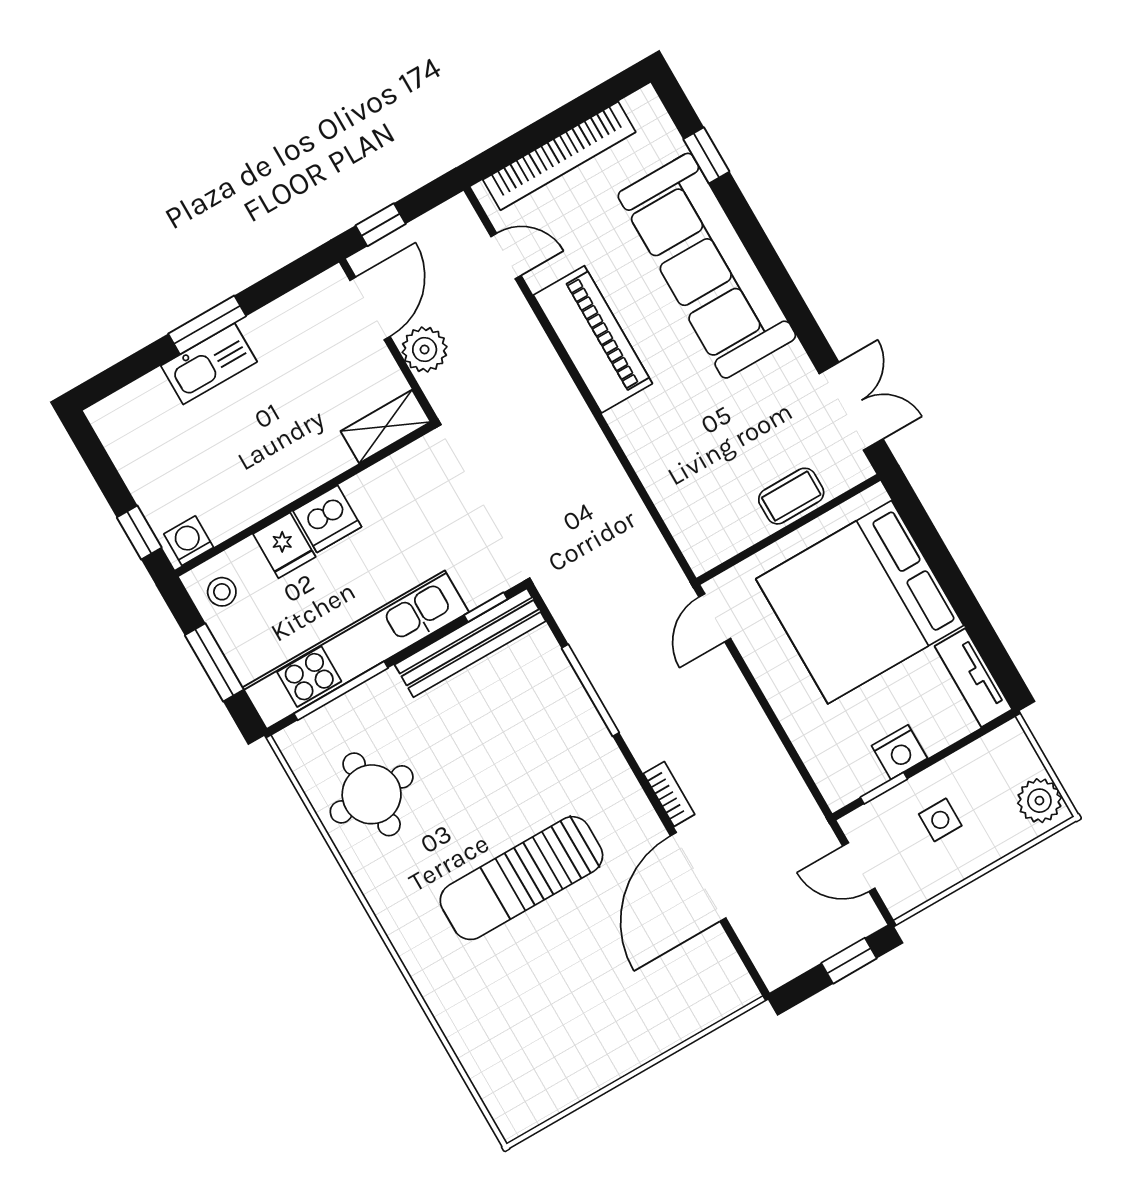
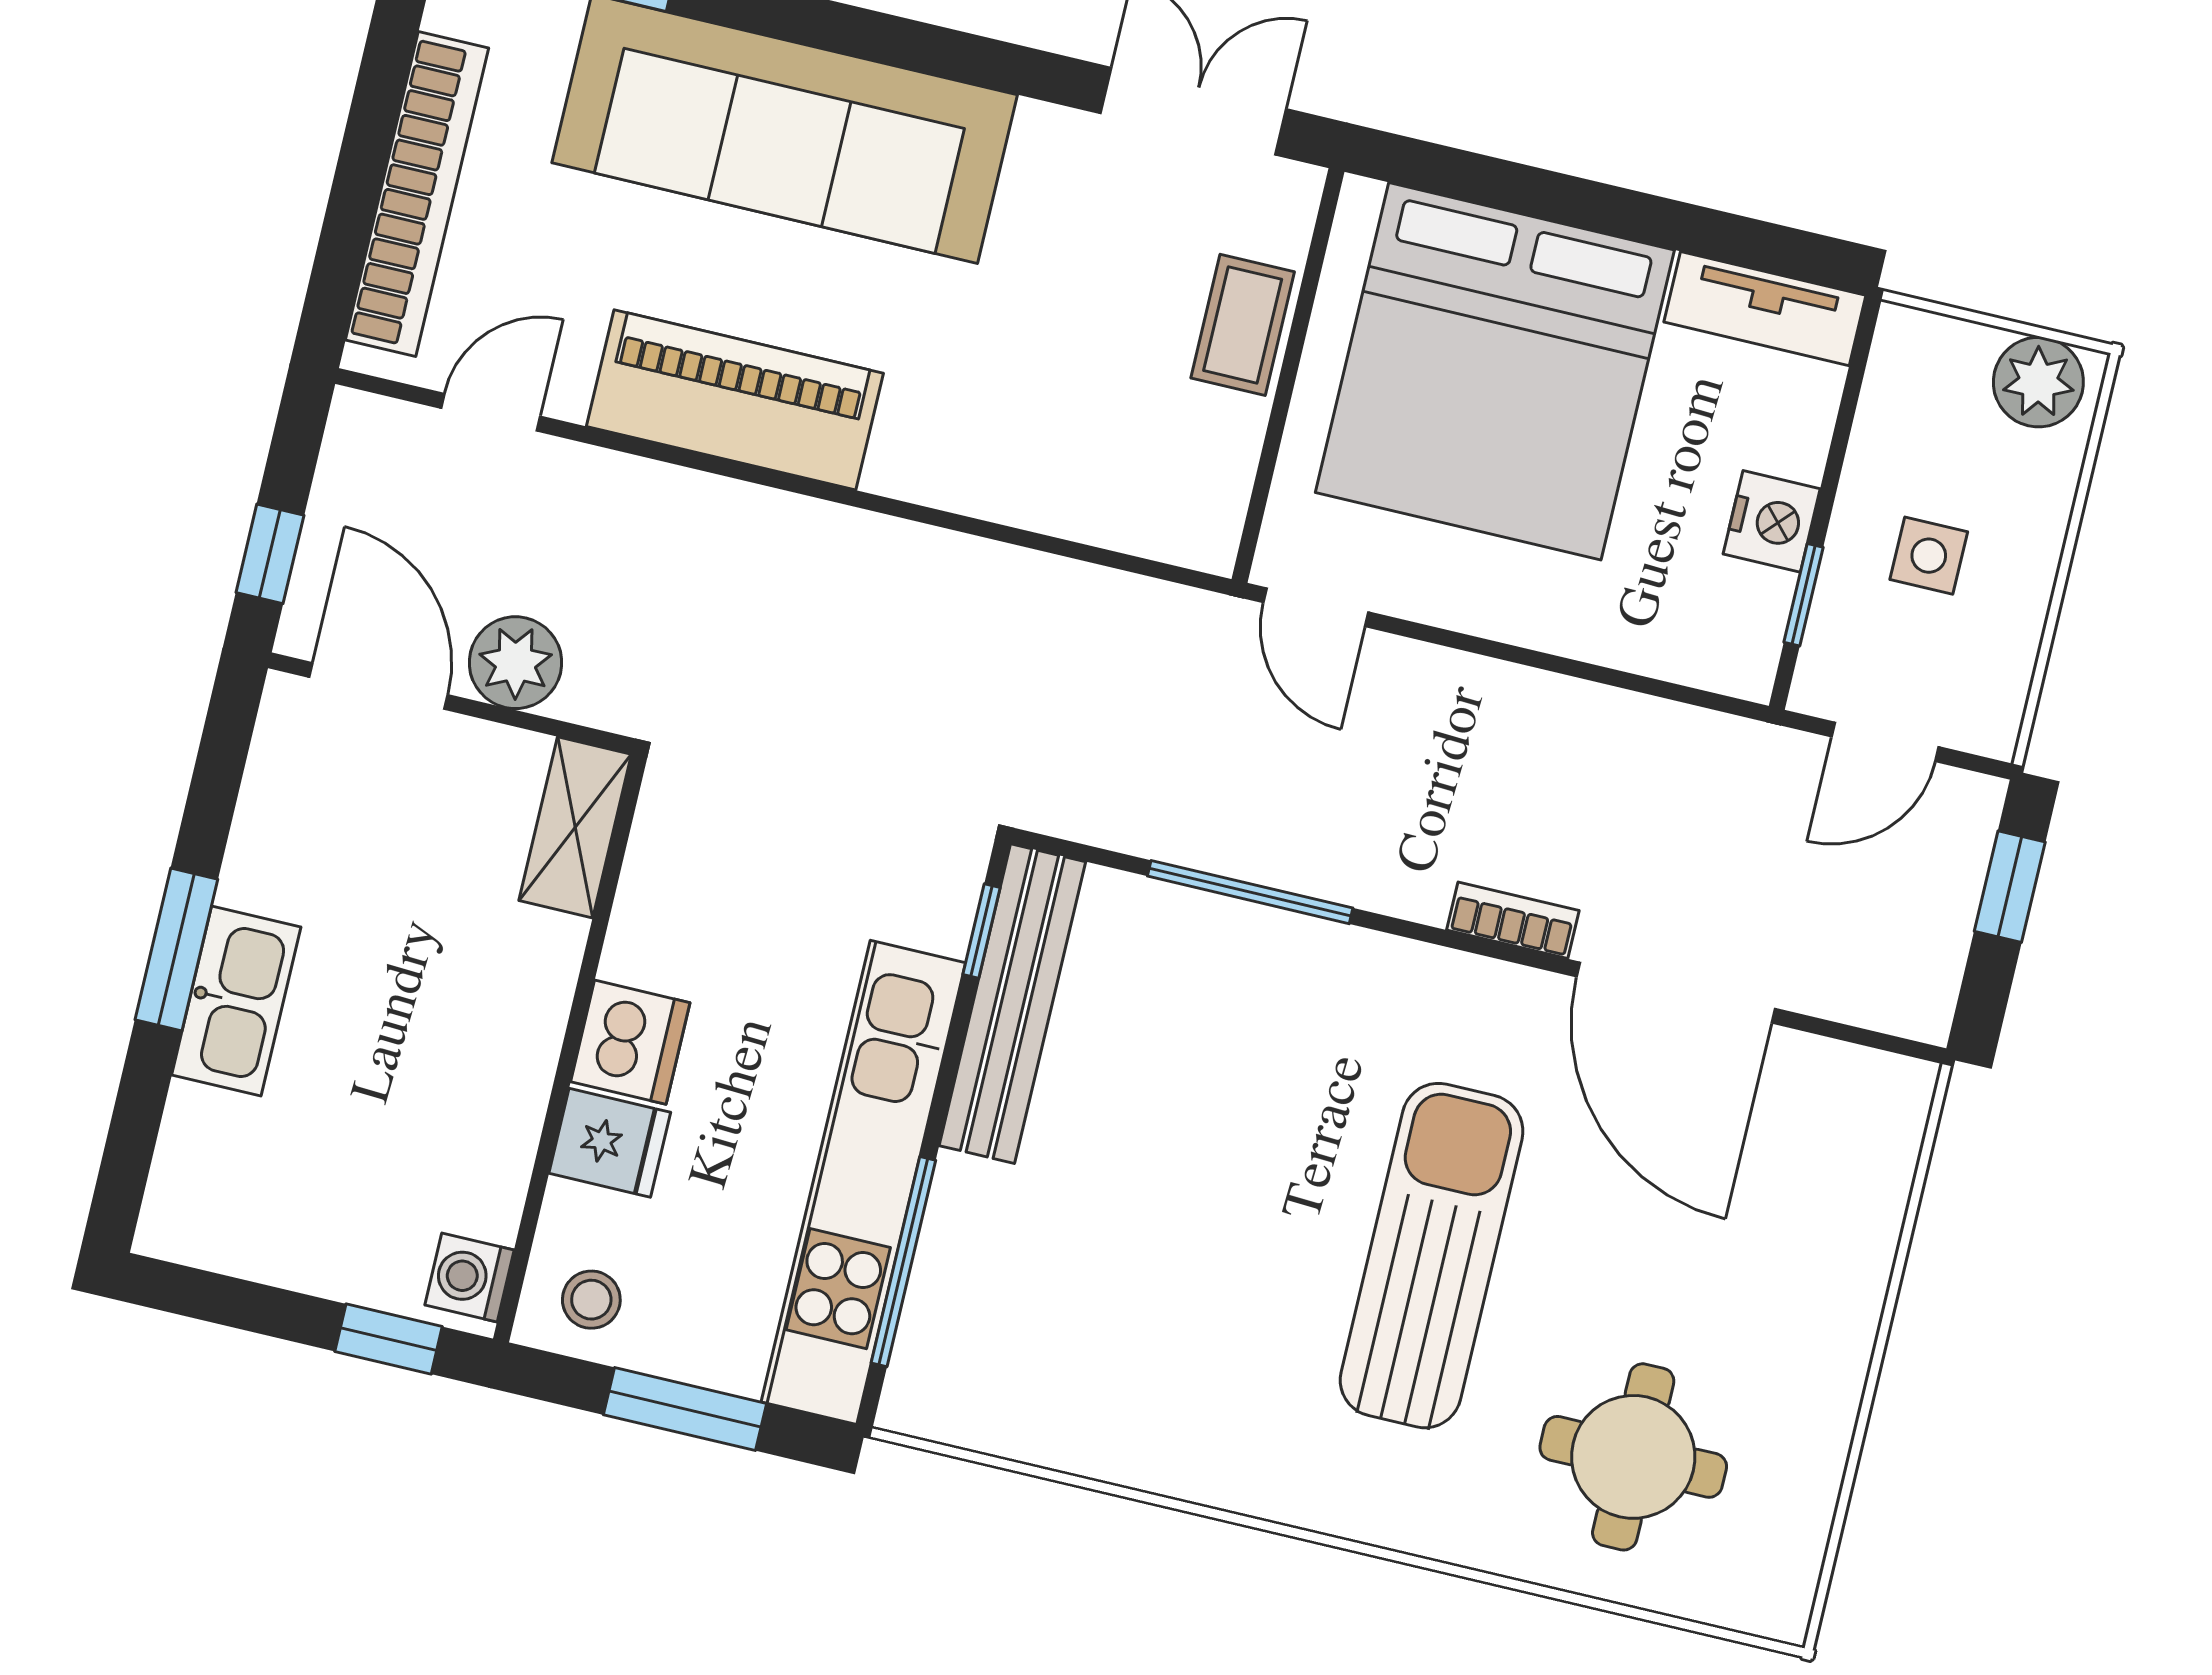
round table: (372, 794) -> (1633, 1457), moved
sun lounger: (521, 878) -> (1432, 1256), turned 180

